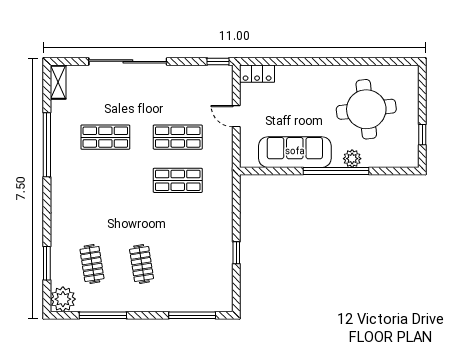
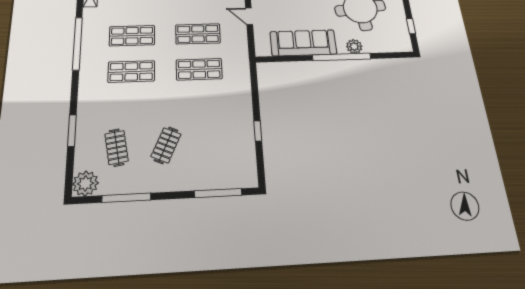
shop shelf: (105, 180) -> (131, 72), added
window: (47, 263) -> (72, 130), moved
clothes rail: (142, 264) -> (166, 145), turned 33

